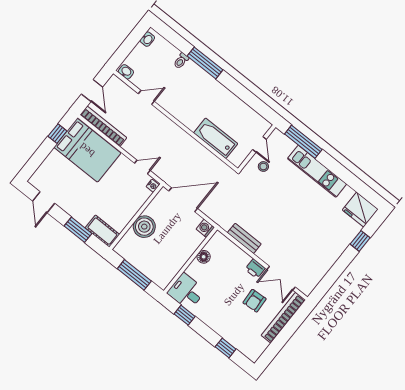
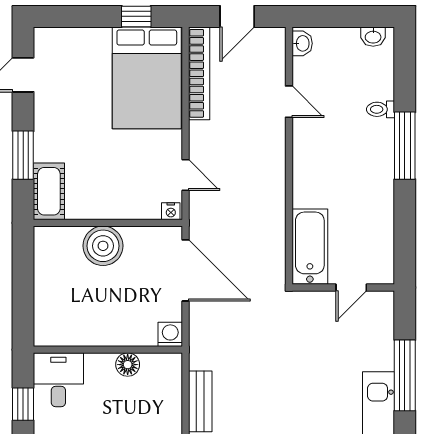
door: (260, 144) -> (351, 288), moved
wall: (257, 148) -> (343, 288), moved
stool: (263, 166) -> (324, 347), removed
window: (134, 275) -> (23, 287), removed

